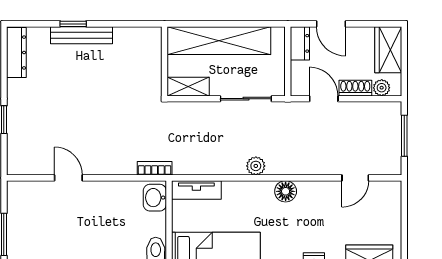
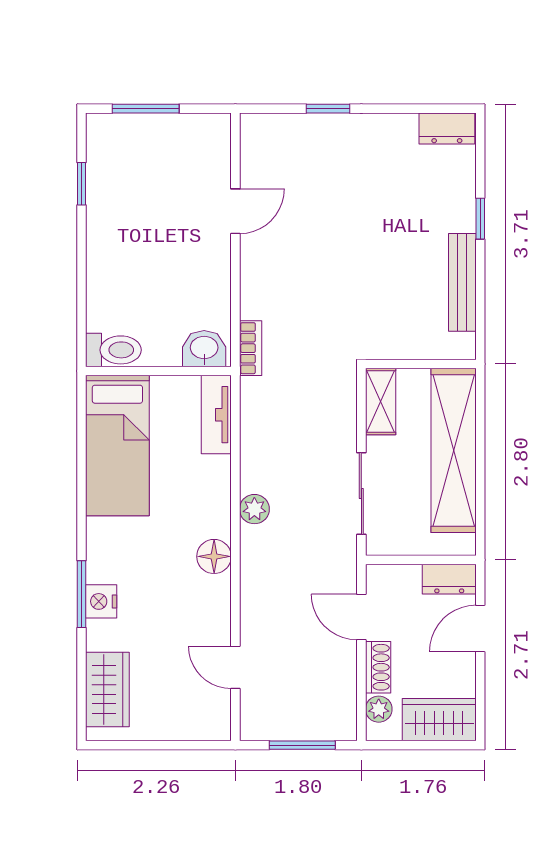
bench: (82, 35) -> (462, 282), moved
dresser: (16, 53) -> (447, 129), width x0.70
door: (324, 99) -> (361, 617), swing flipped

